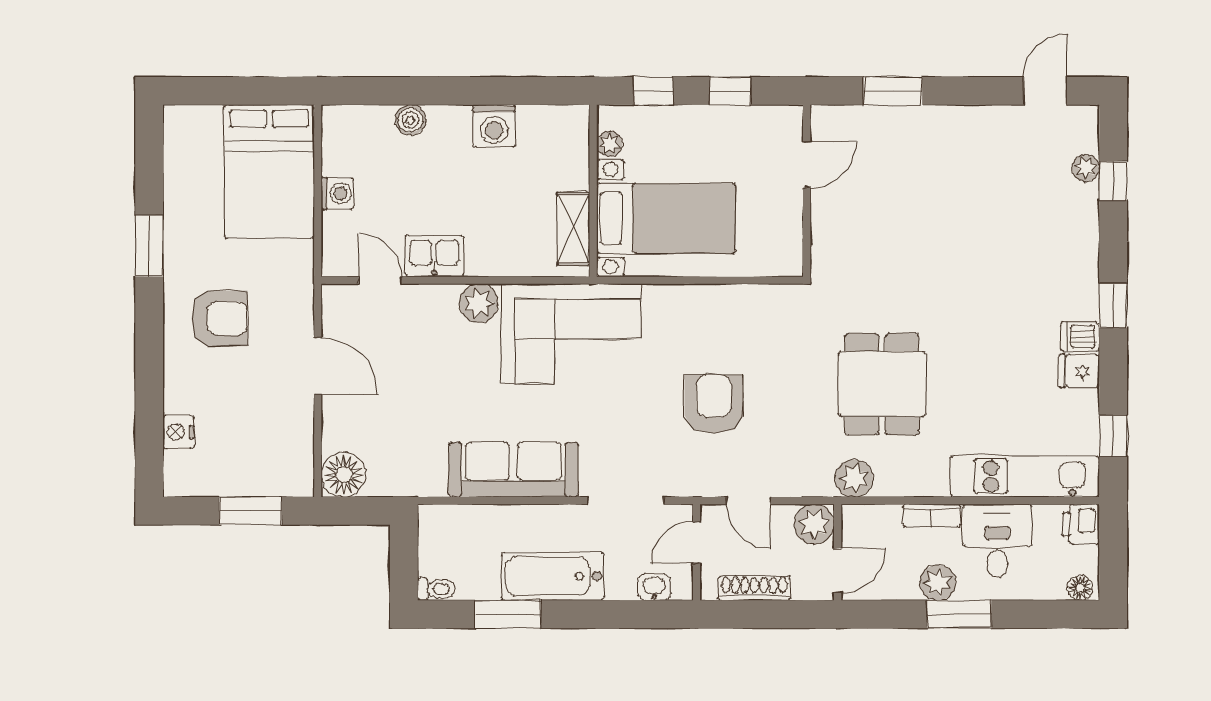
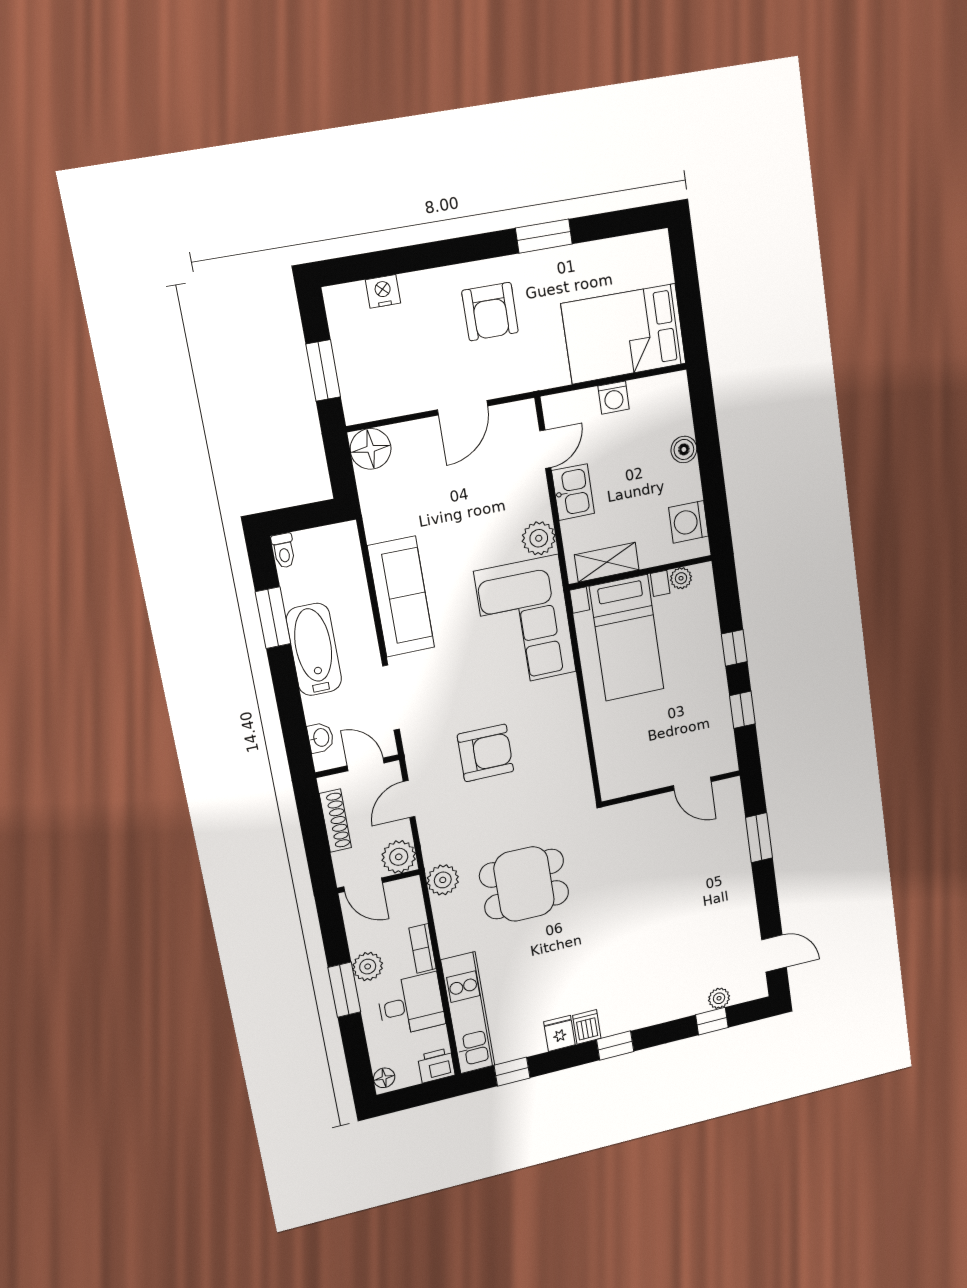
plant: (610, 144) -> (681, 578), moved
wall: (593, 191) -> (641, 572), moved
bed with nightstands: (666, 218) -> (627, 638), moved
shelving: (573, 229) -> (607, 562), moved

